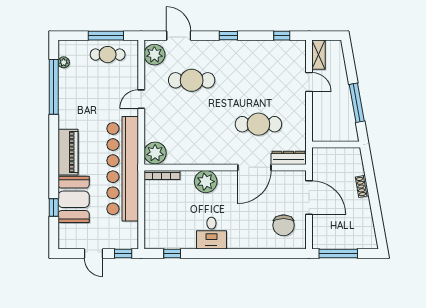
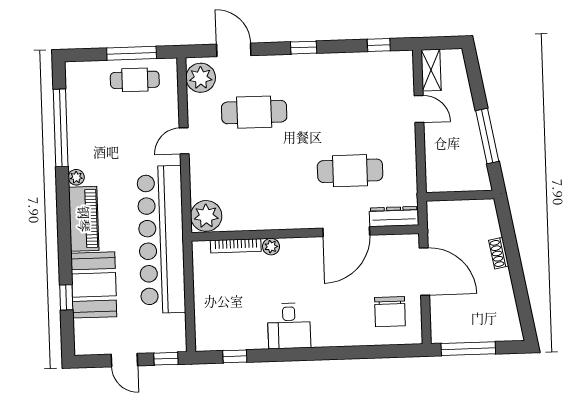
plant: (64, 62) -> (76, 177), moved
bookcase: (162, 175) -> (236, 246), moved
plant: (206, 182) -> (271, 247), width x0.53, depth x0.53

